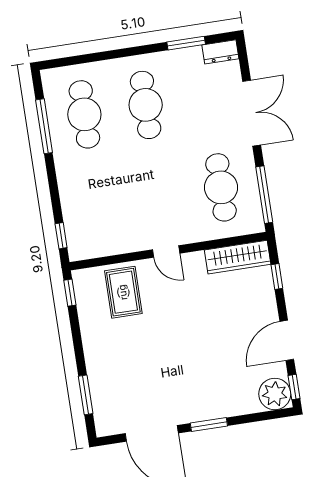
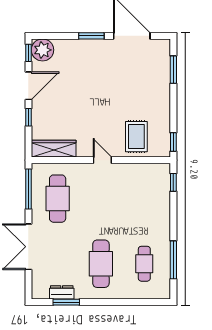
dresser: (220, 52) -> (62, 292), moved
cafe table: (84, 114) -> (144, 264), width x0.73, depth x0.74
window: (277, 276) -> (28, 117), moved

